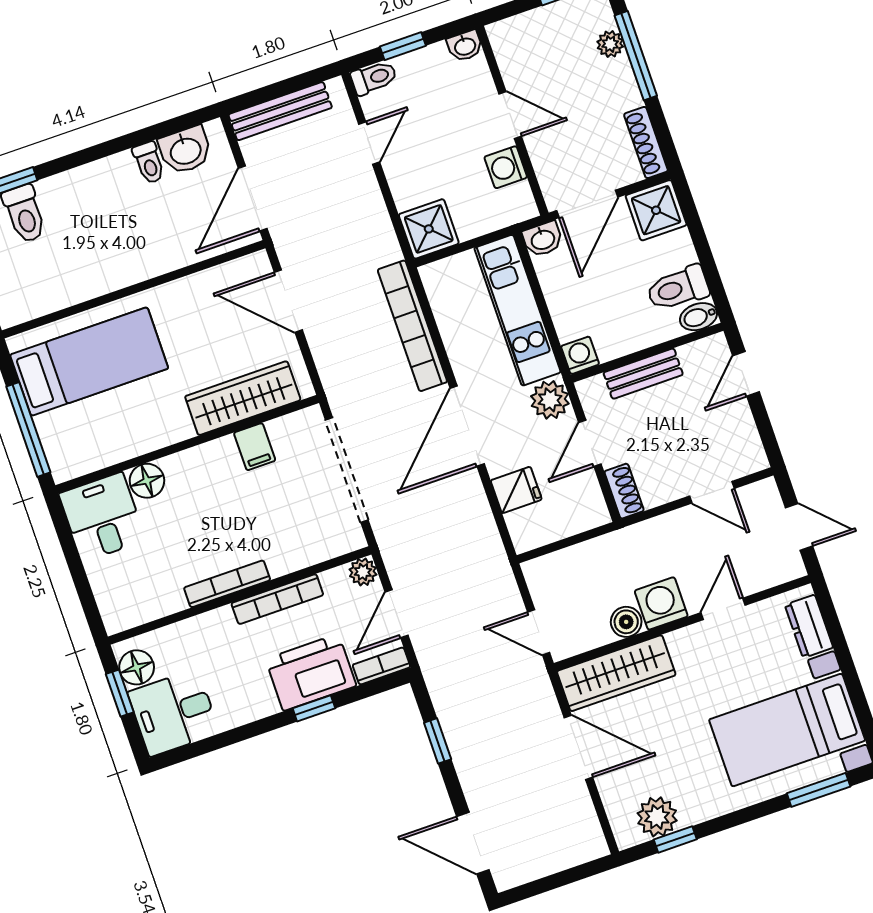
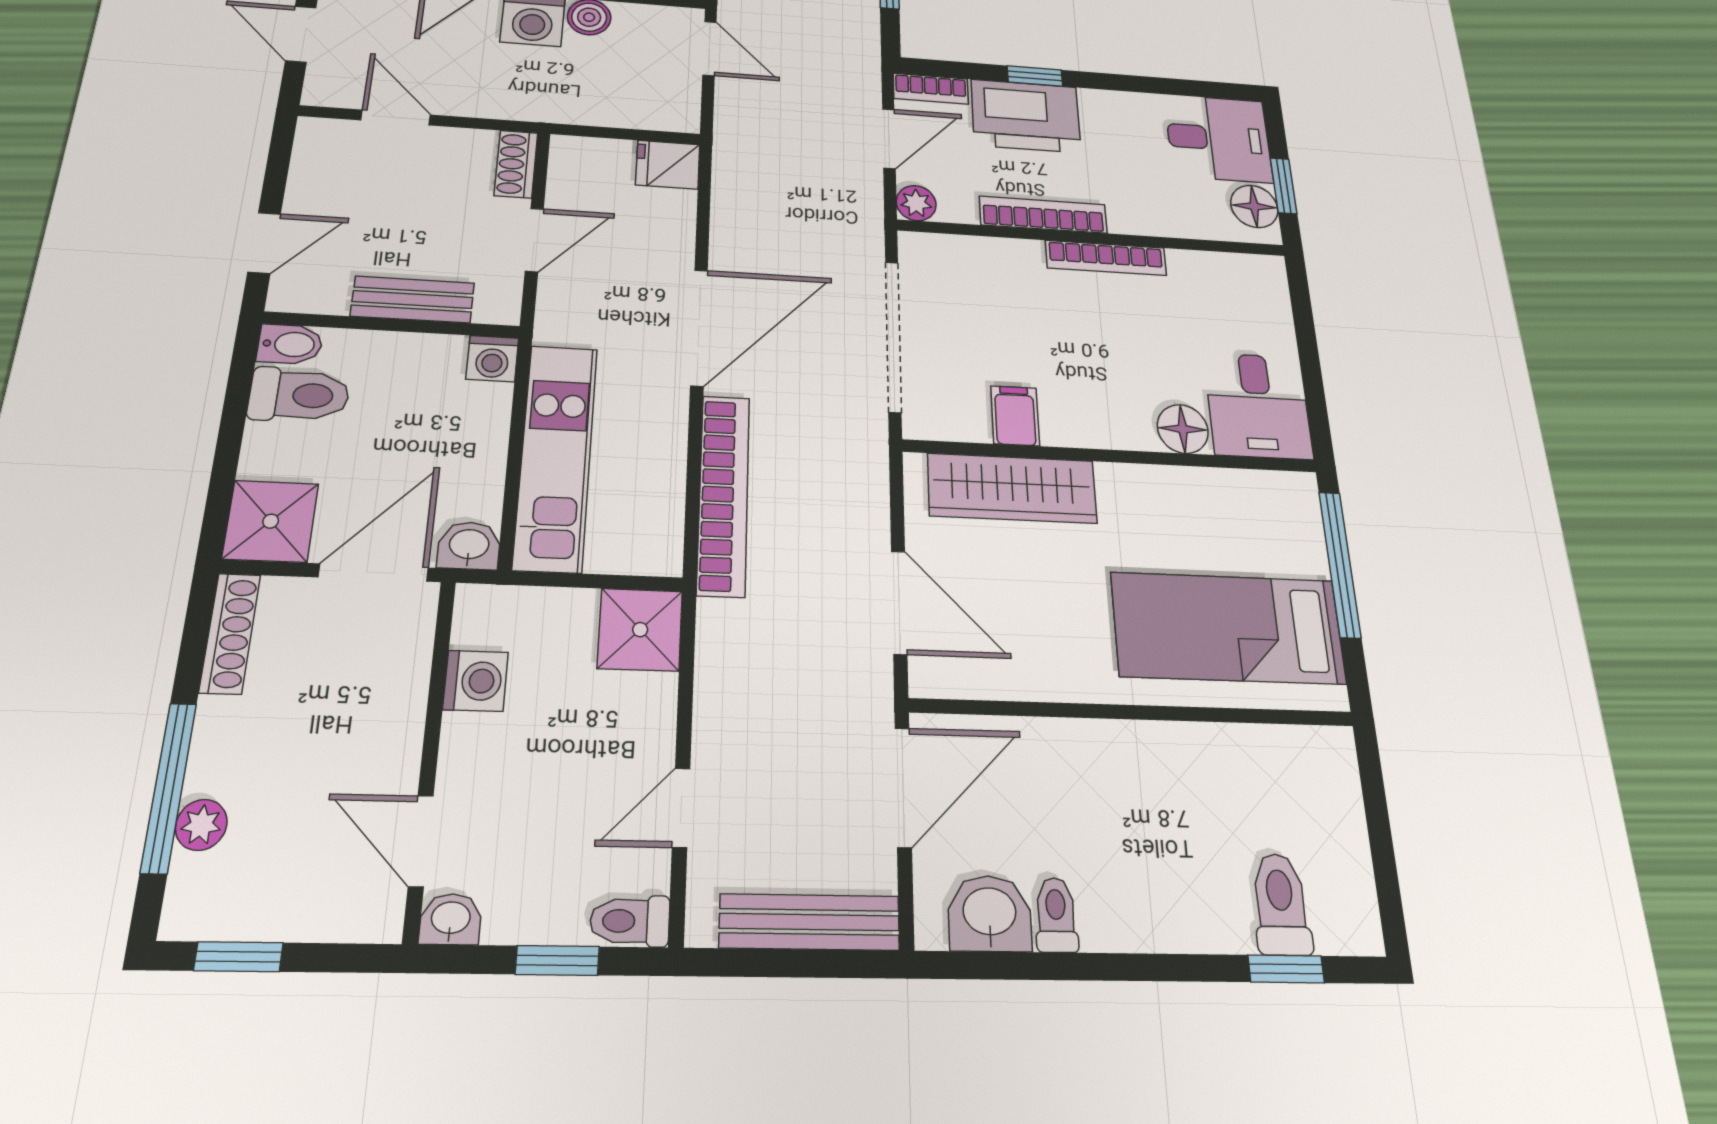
door: (510, 115) -> (421, 841), moved
plant: (550, 400) -> (565, 316), removed
fridge: (516, 490) -> (668, 165), moved

